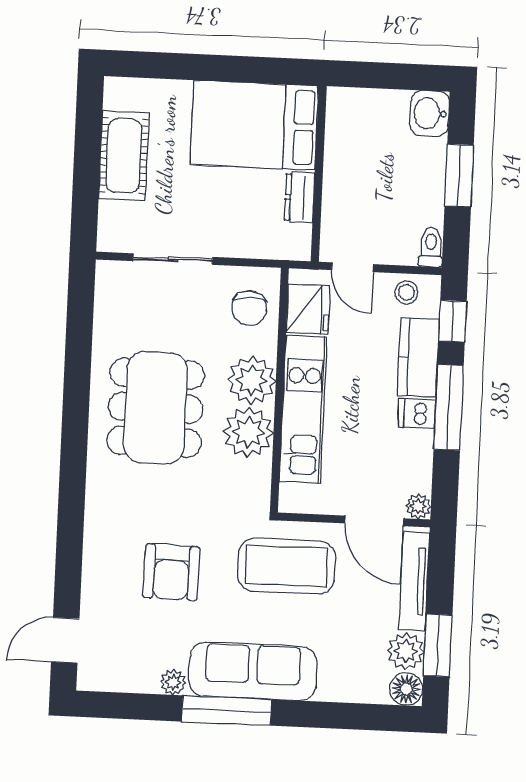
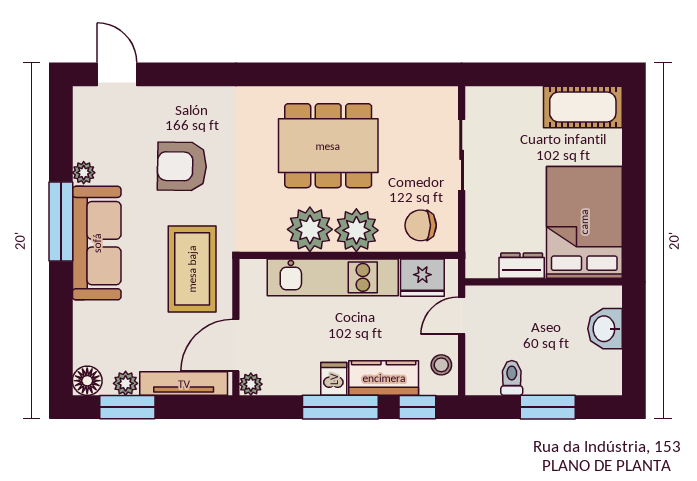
washbasin: (430, 114) -> (605, 329), moved, turned -90
cot: (124, 156) -> (583, 107), moved
toilet: (431, 247) -> (512, 378), moved, turned -90
plant: (406, 651) -> (126, 383), width x0.73, depth x0.73

